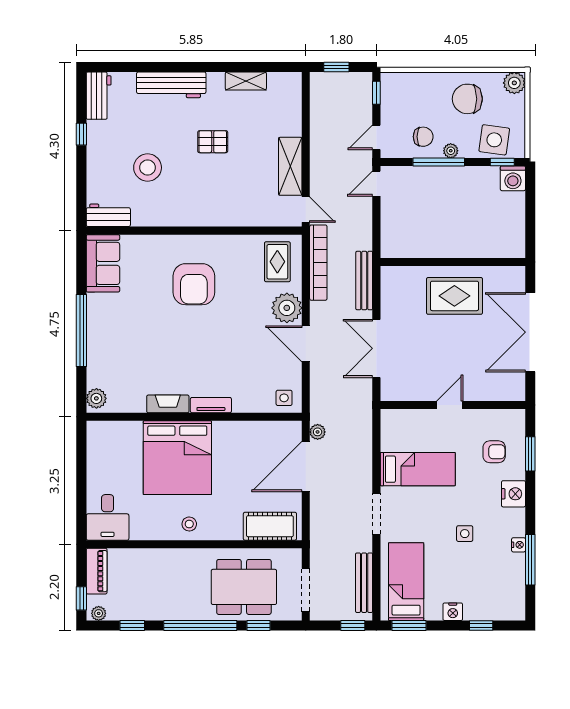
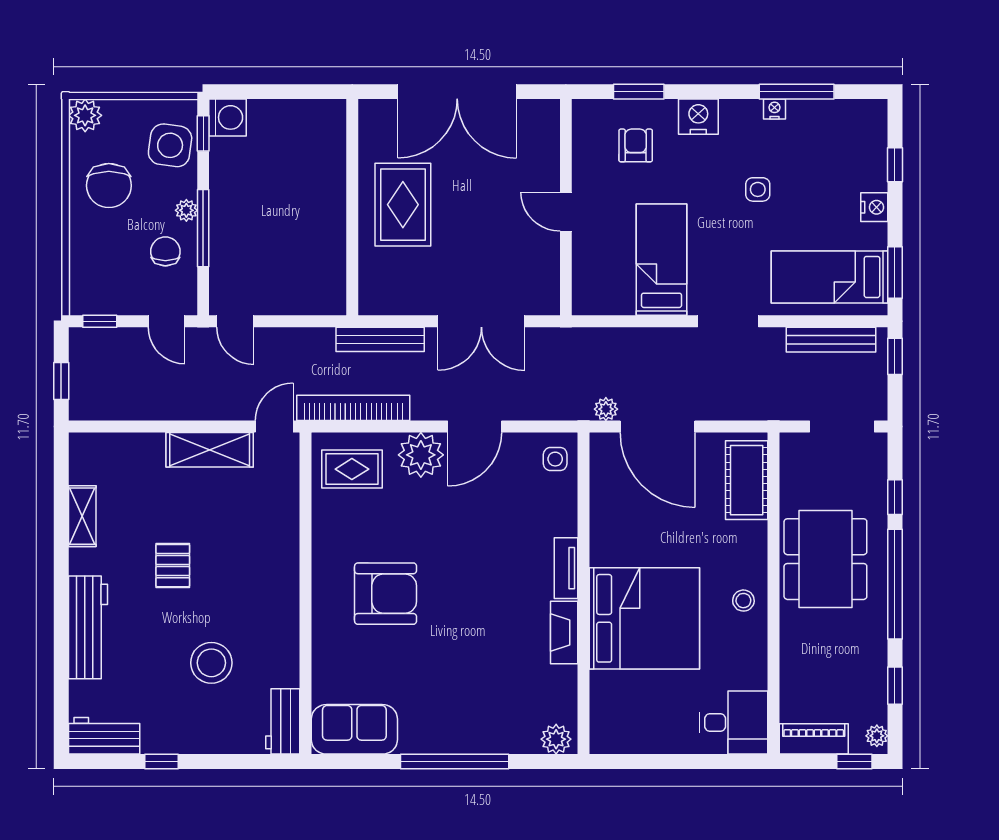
dining table: (244, 587) -> (825, 559), moved

